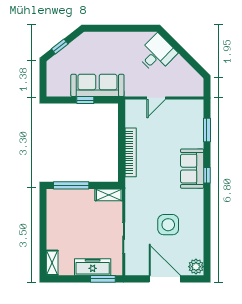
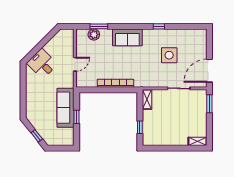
door: (156, 98) -> (75, 64), hinge flipped
window: (207, 175) -> (159, 26), moved
window: (71, 185) -> (140, 127), width x0.46
freezer: (93, 267) -> (201, 111), removed
plant: (196, 267) -> (94, 35), moved
door: (165, 279) -> (209, 71), moved

